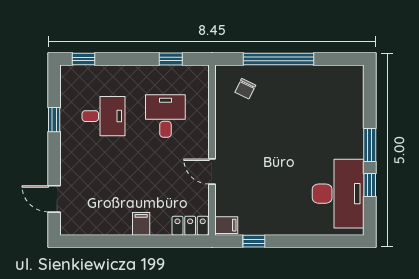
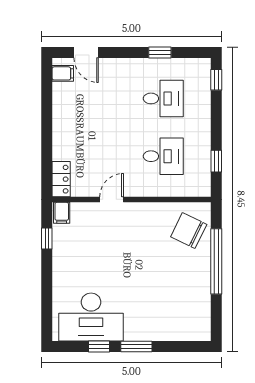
chair: (245, 89) -> (189, 231), width x1.87, depth x1.87
desk: (103, 116) -> (163, 98), turned -90
door: (54, 199) -> (86, 53), swing flipped
filing cabinet: (141, 224) -> (63, 73), moved

